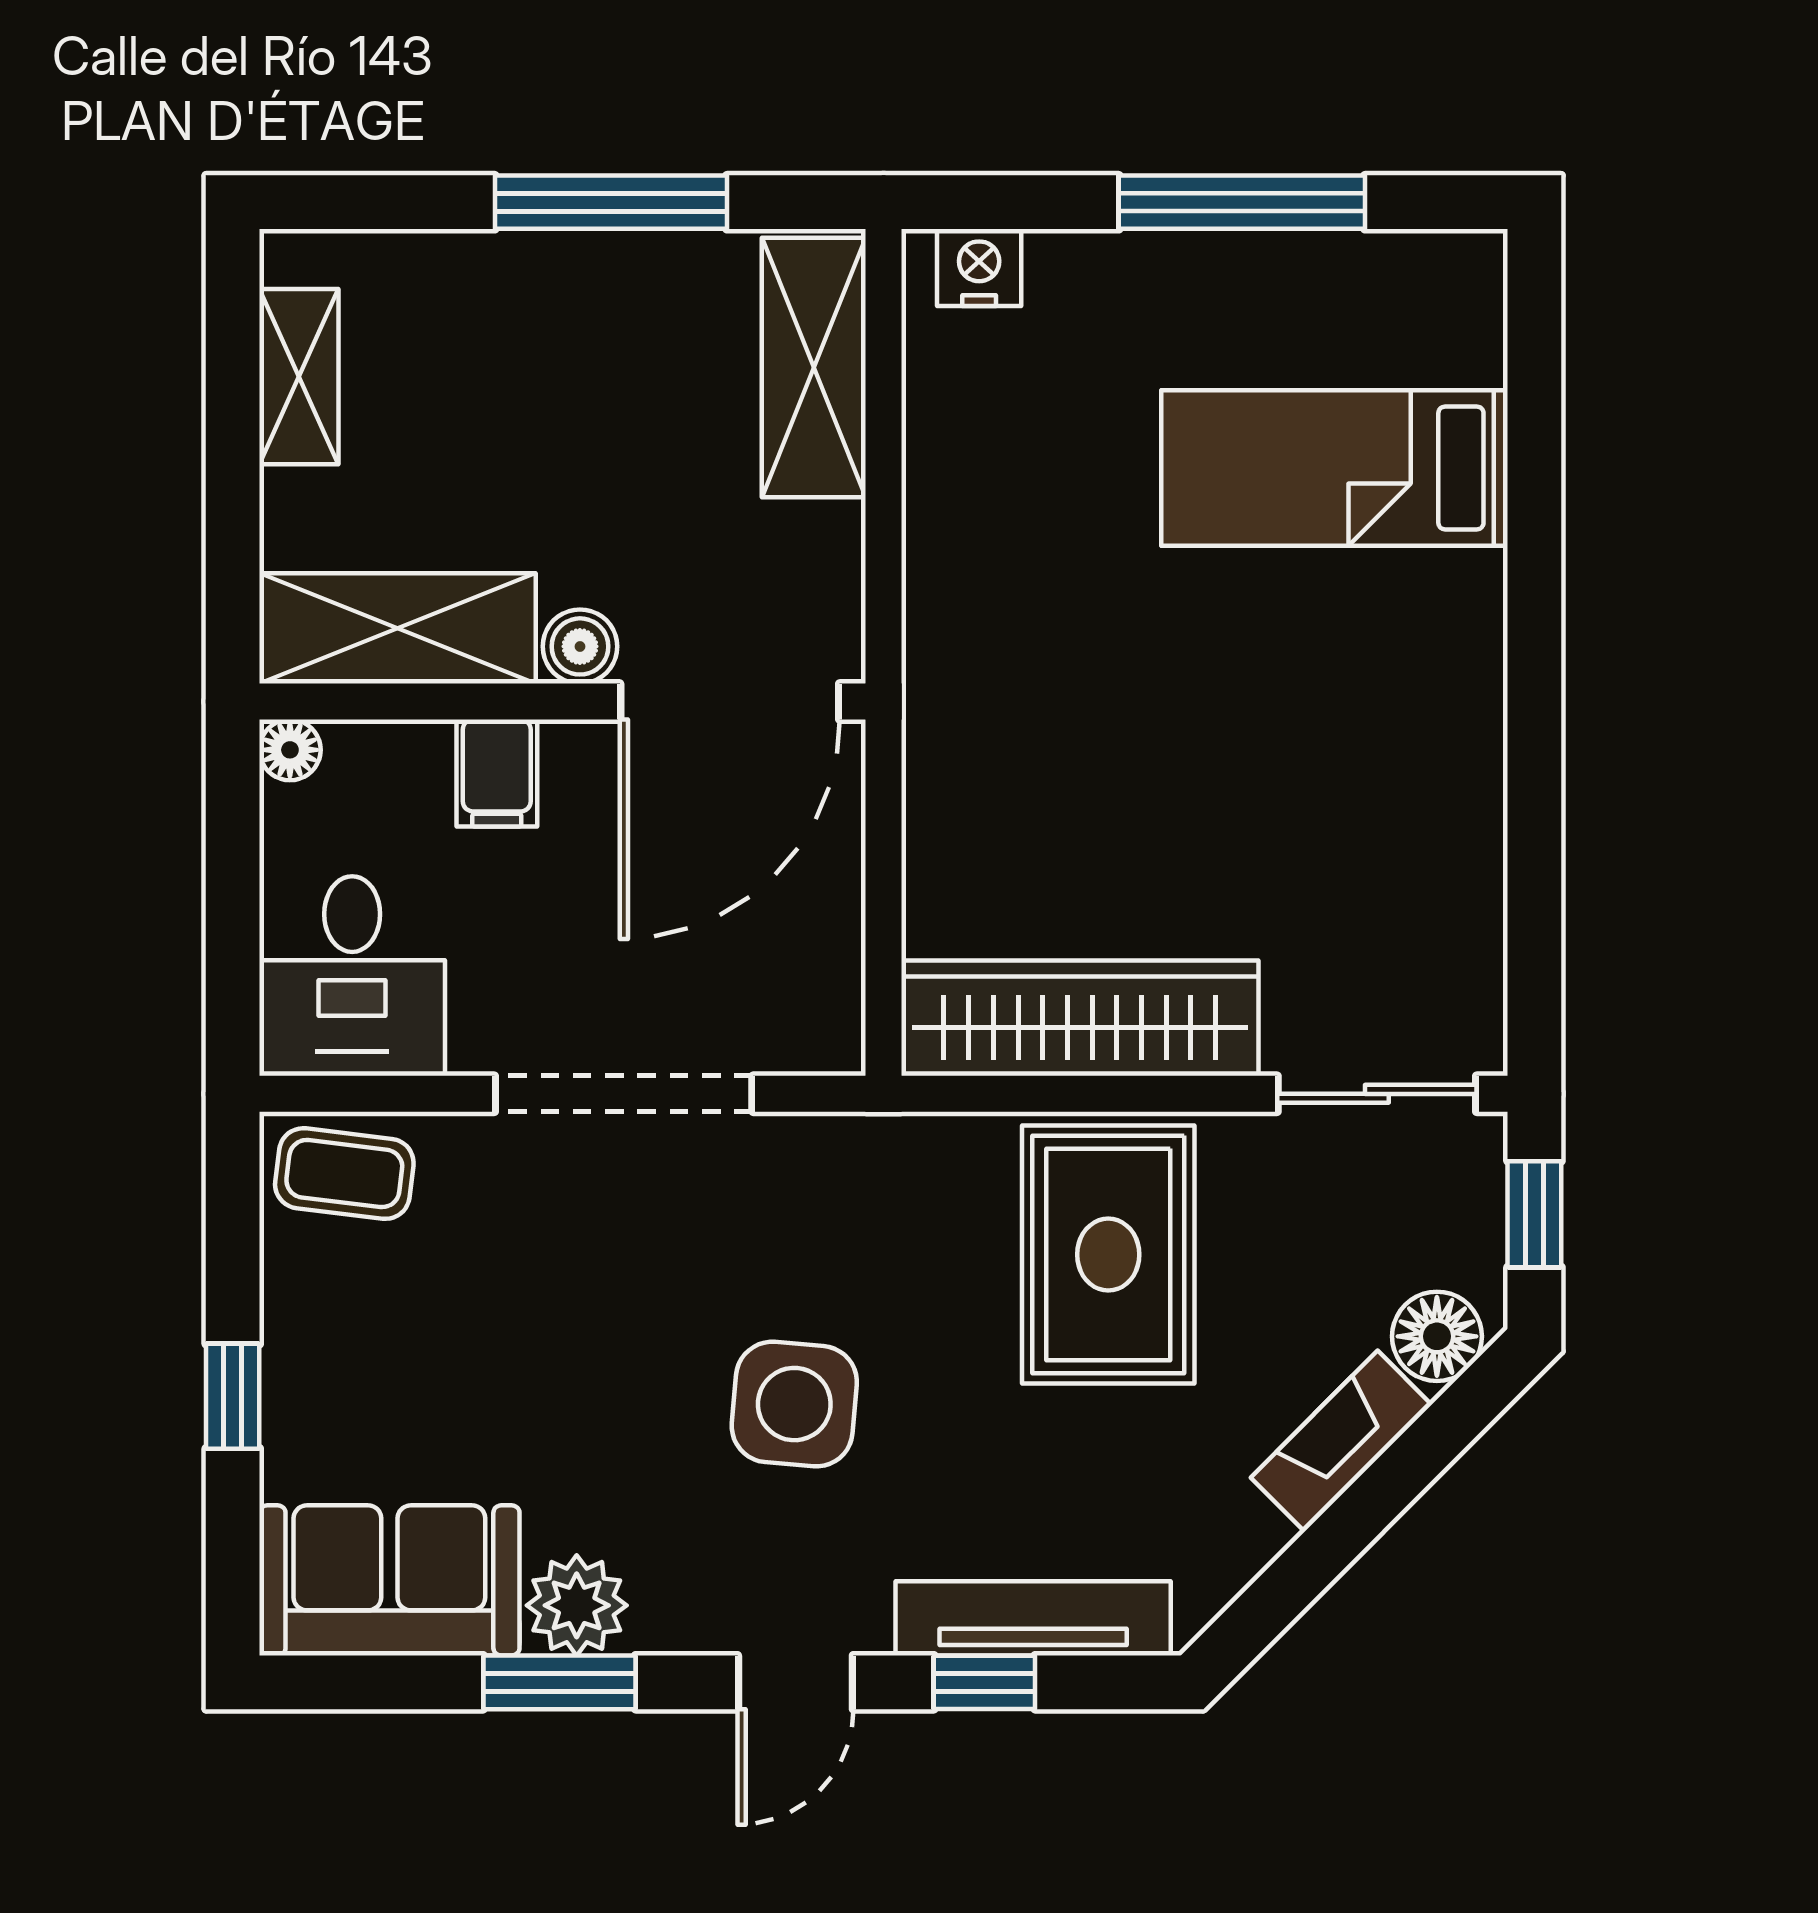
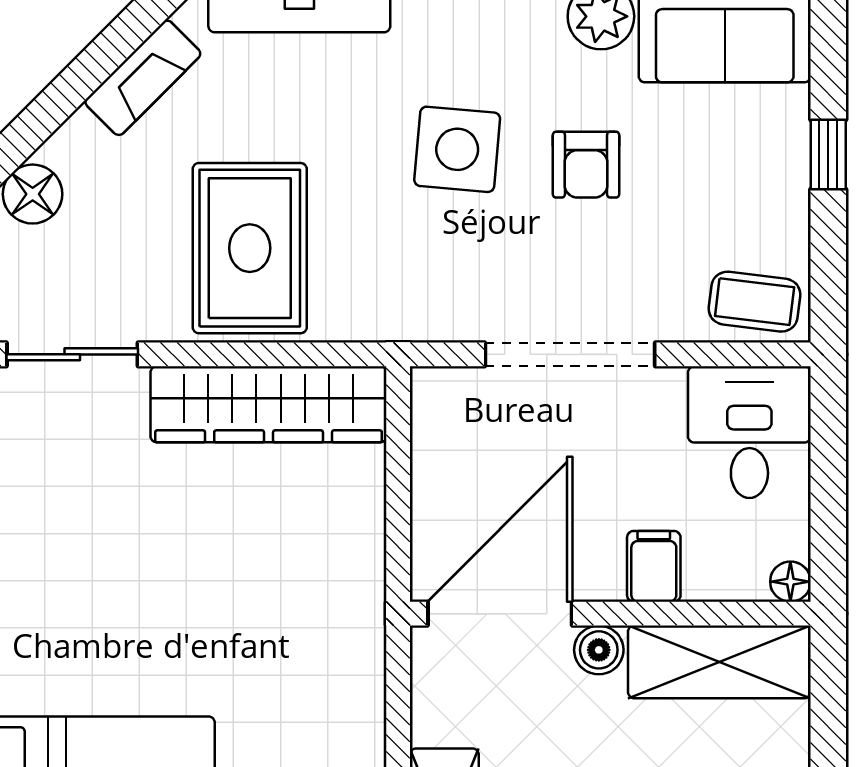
armchair: (599, 1381) -> (586, 165), added
fireplace: (1341, 1441) -> (143, 78), moved

